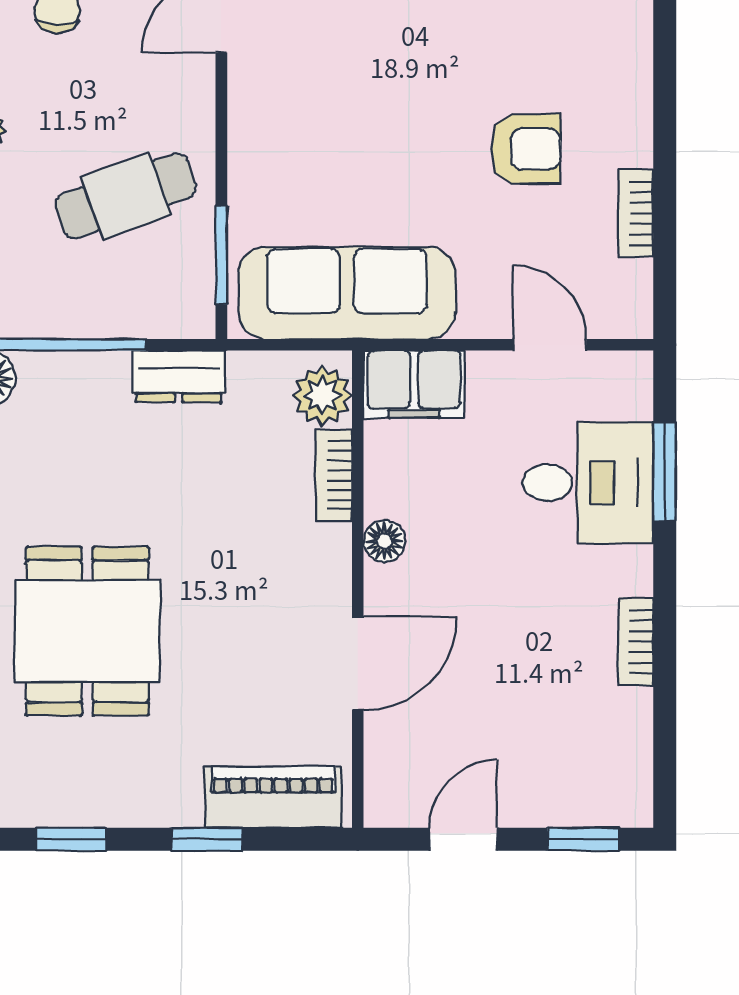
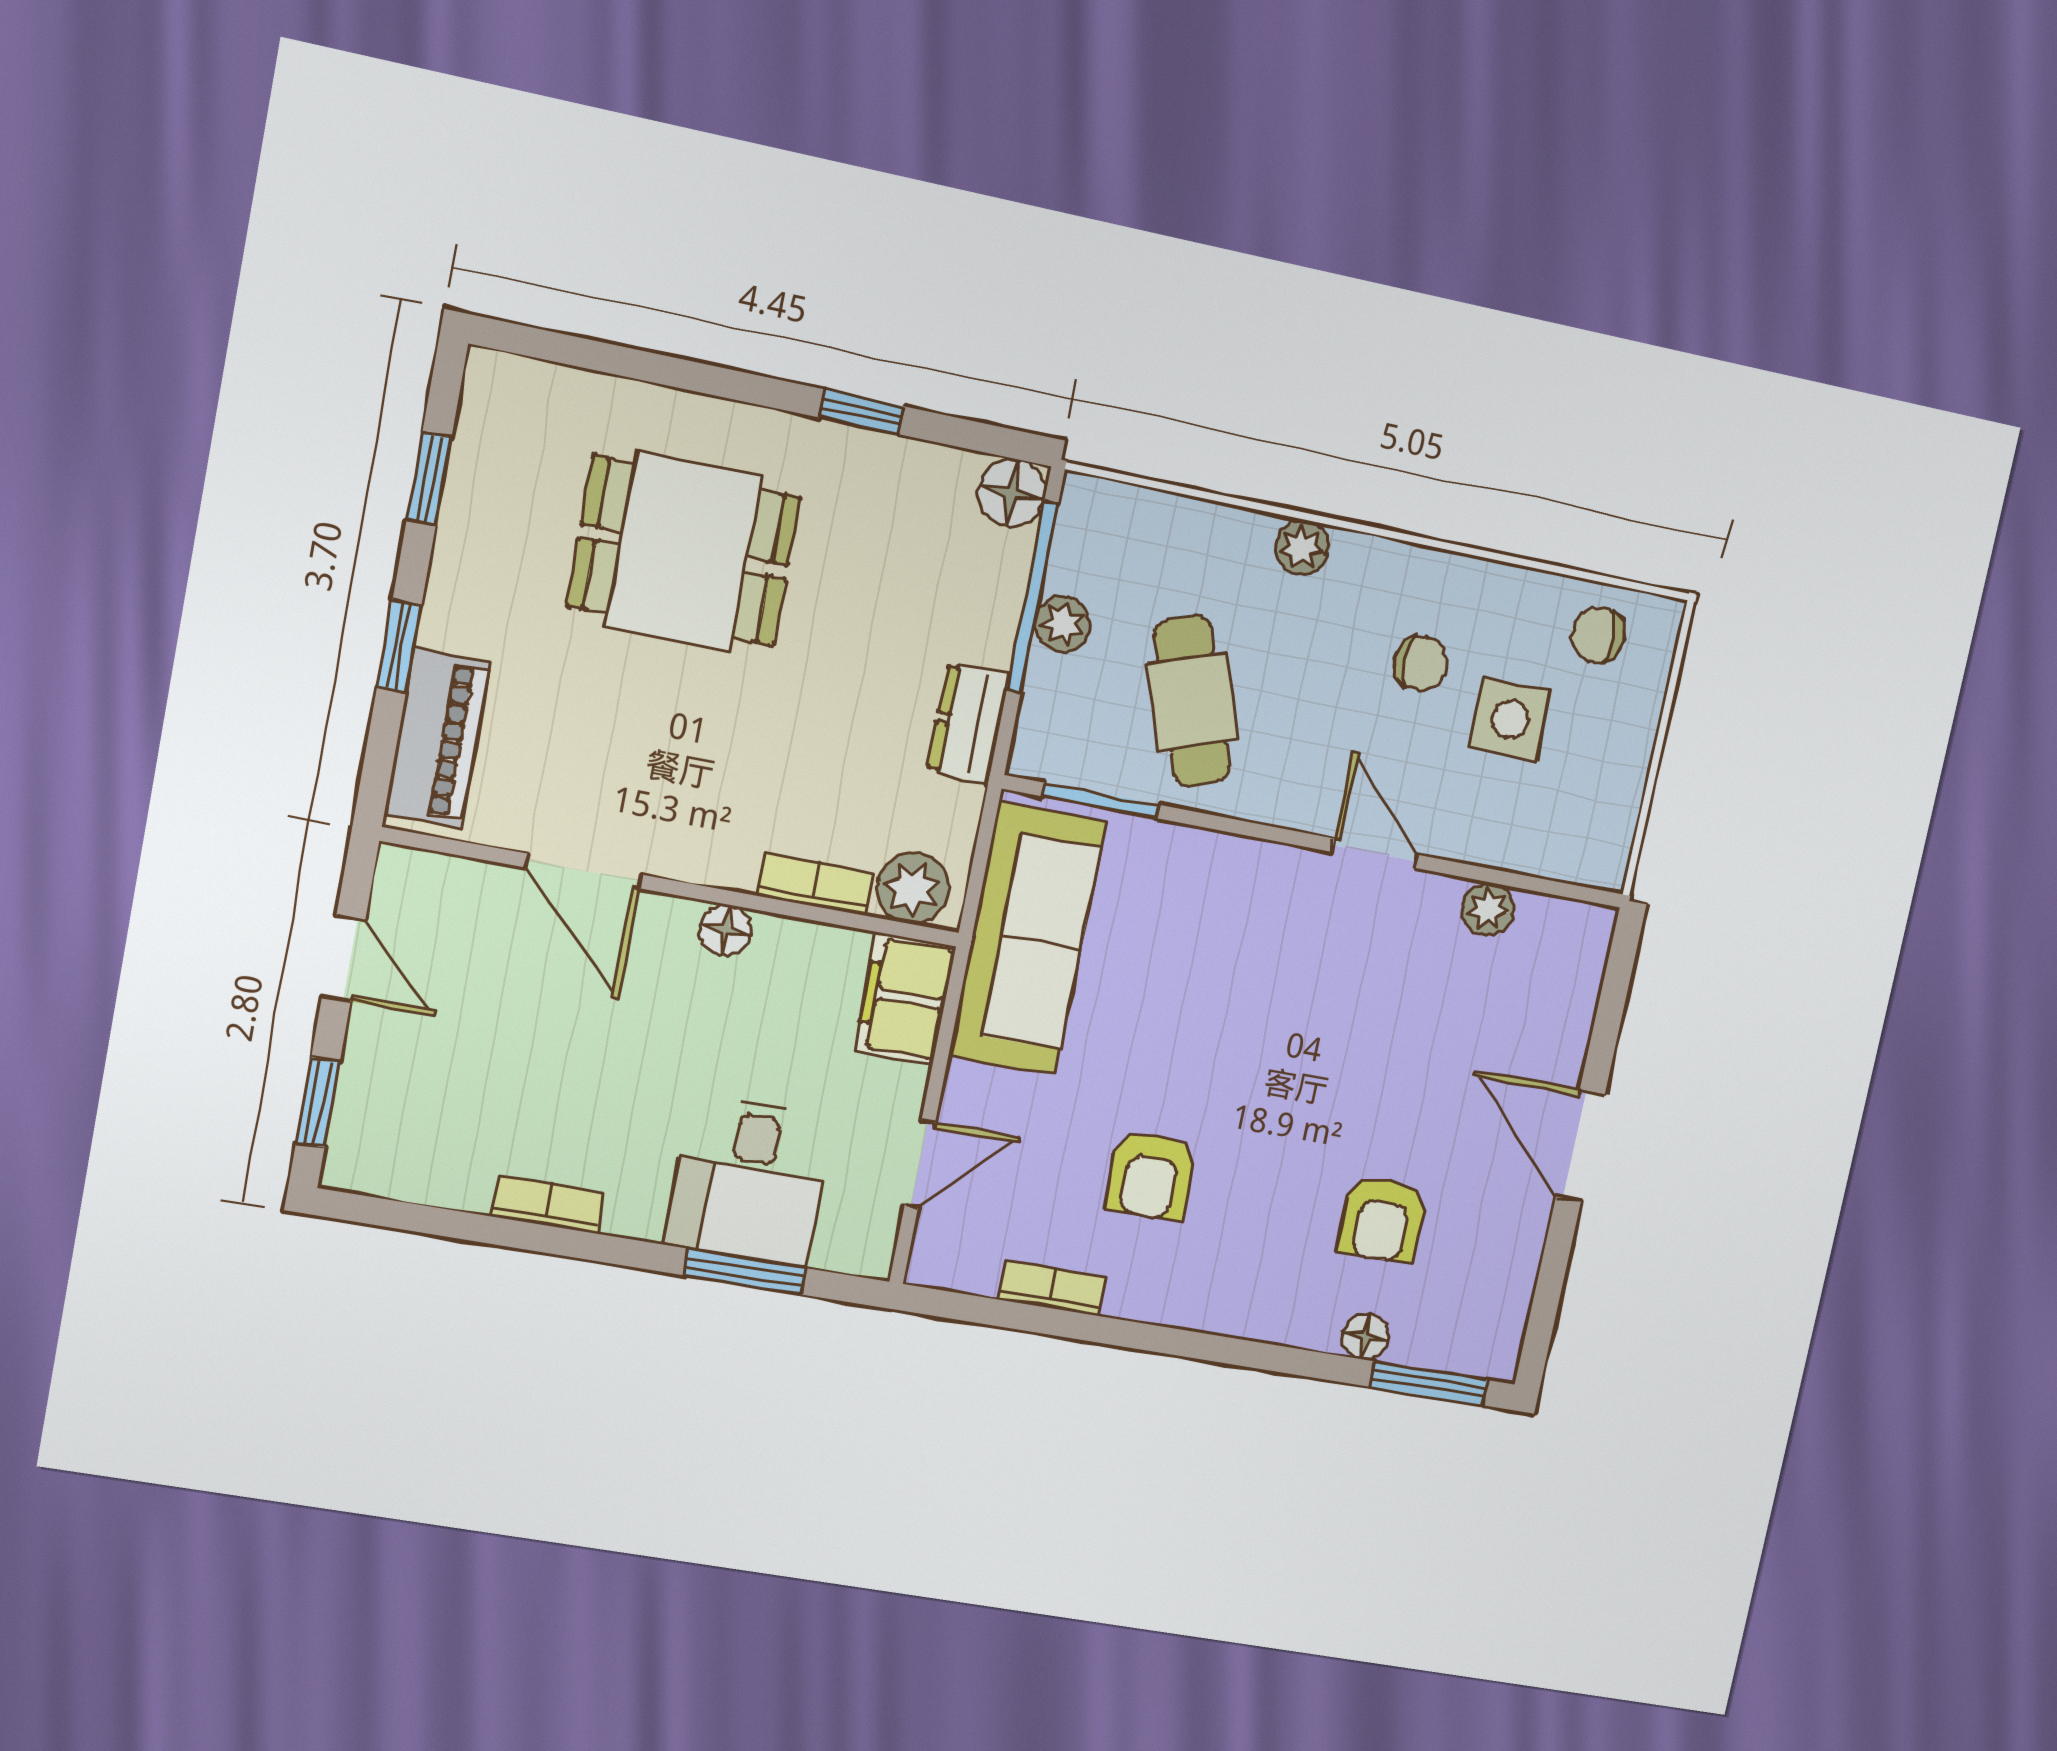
plant: (84, 316) -> (1062, 624), added

